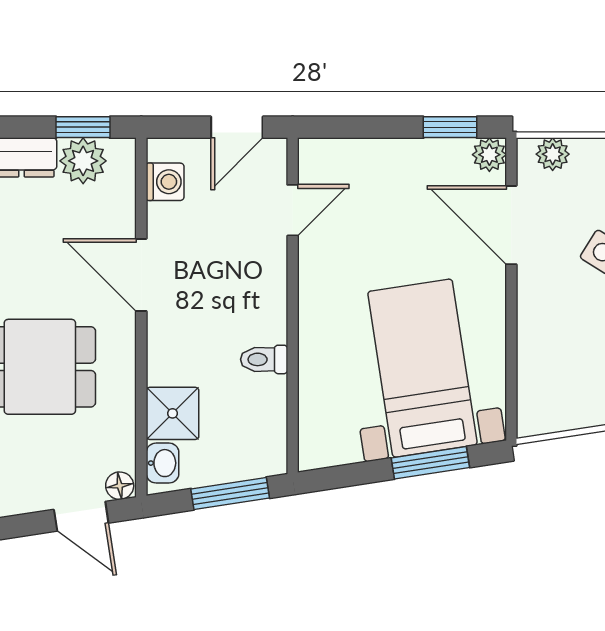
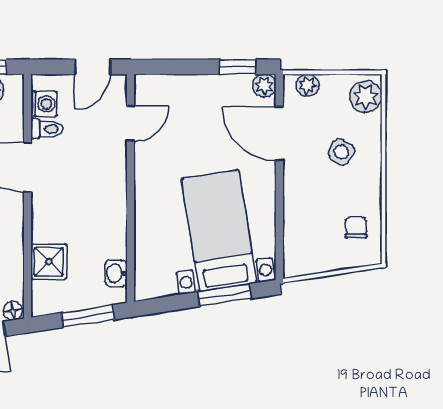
toilet: (264, 359) -> (47, 129), moved, turned 180
washbasin: (163, 463) -> (116, 273), moved, turned 180

